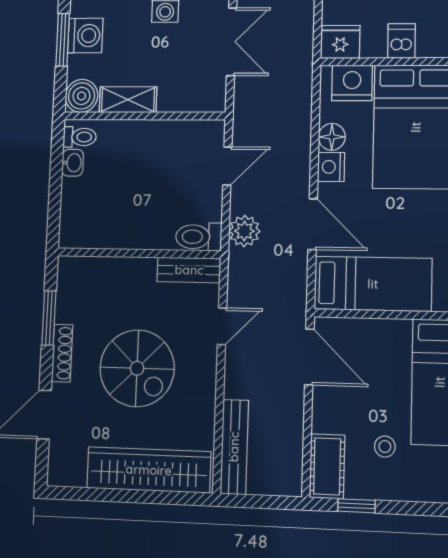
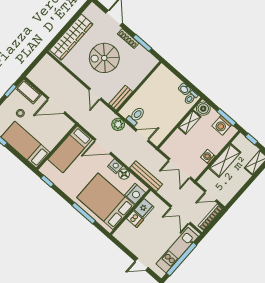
fridge: (340, 42) -> (144, 208), moved
door: (227, 166) -> (142, 136), swing flipped
toilet: (199, 237) -> (136, 116), moved
door: (309, 357) -> (56, 105), moved
bench: (234, 447) -> (146, 176), moved

